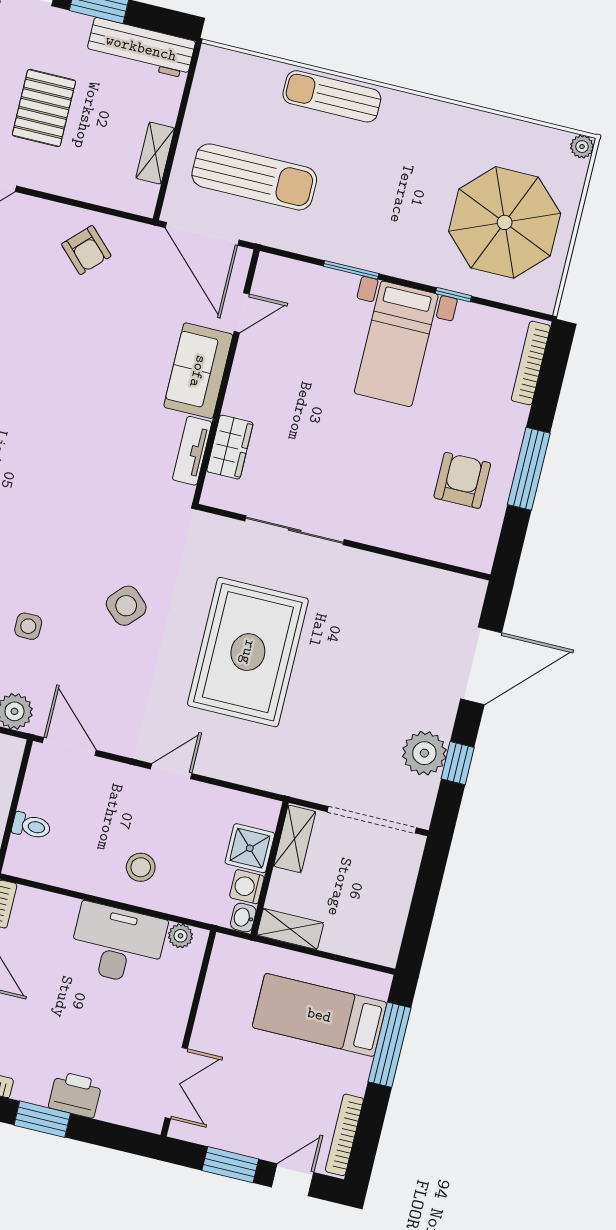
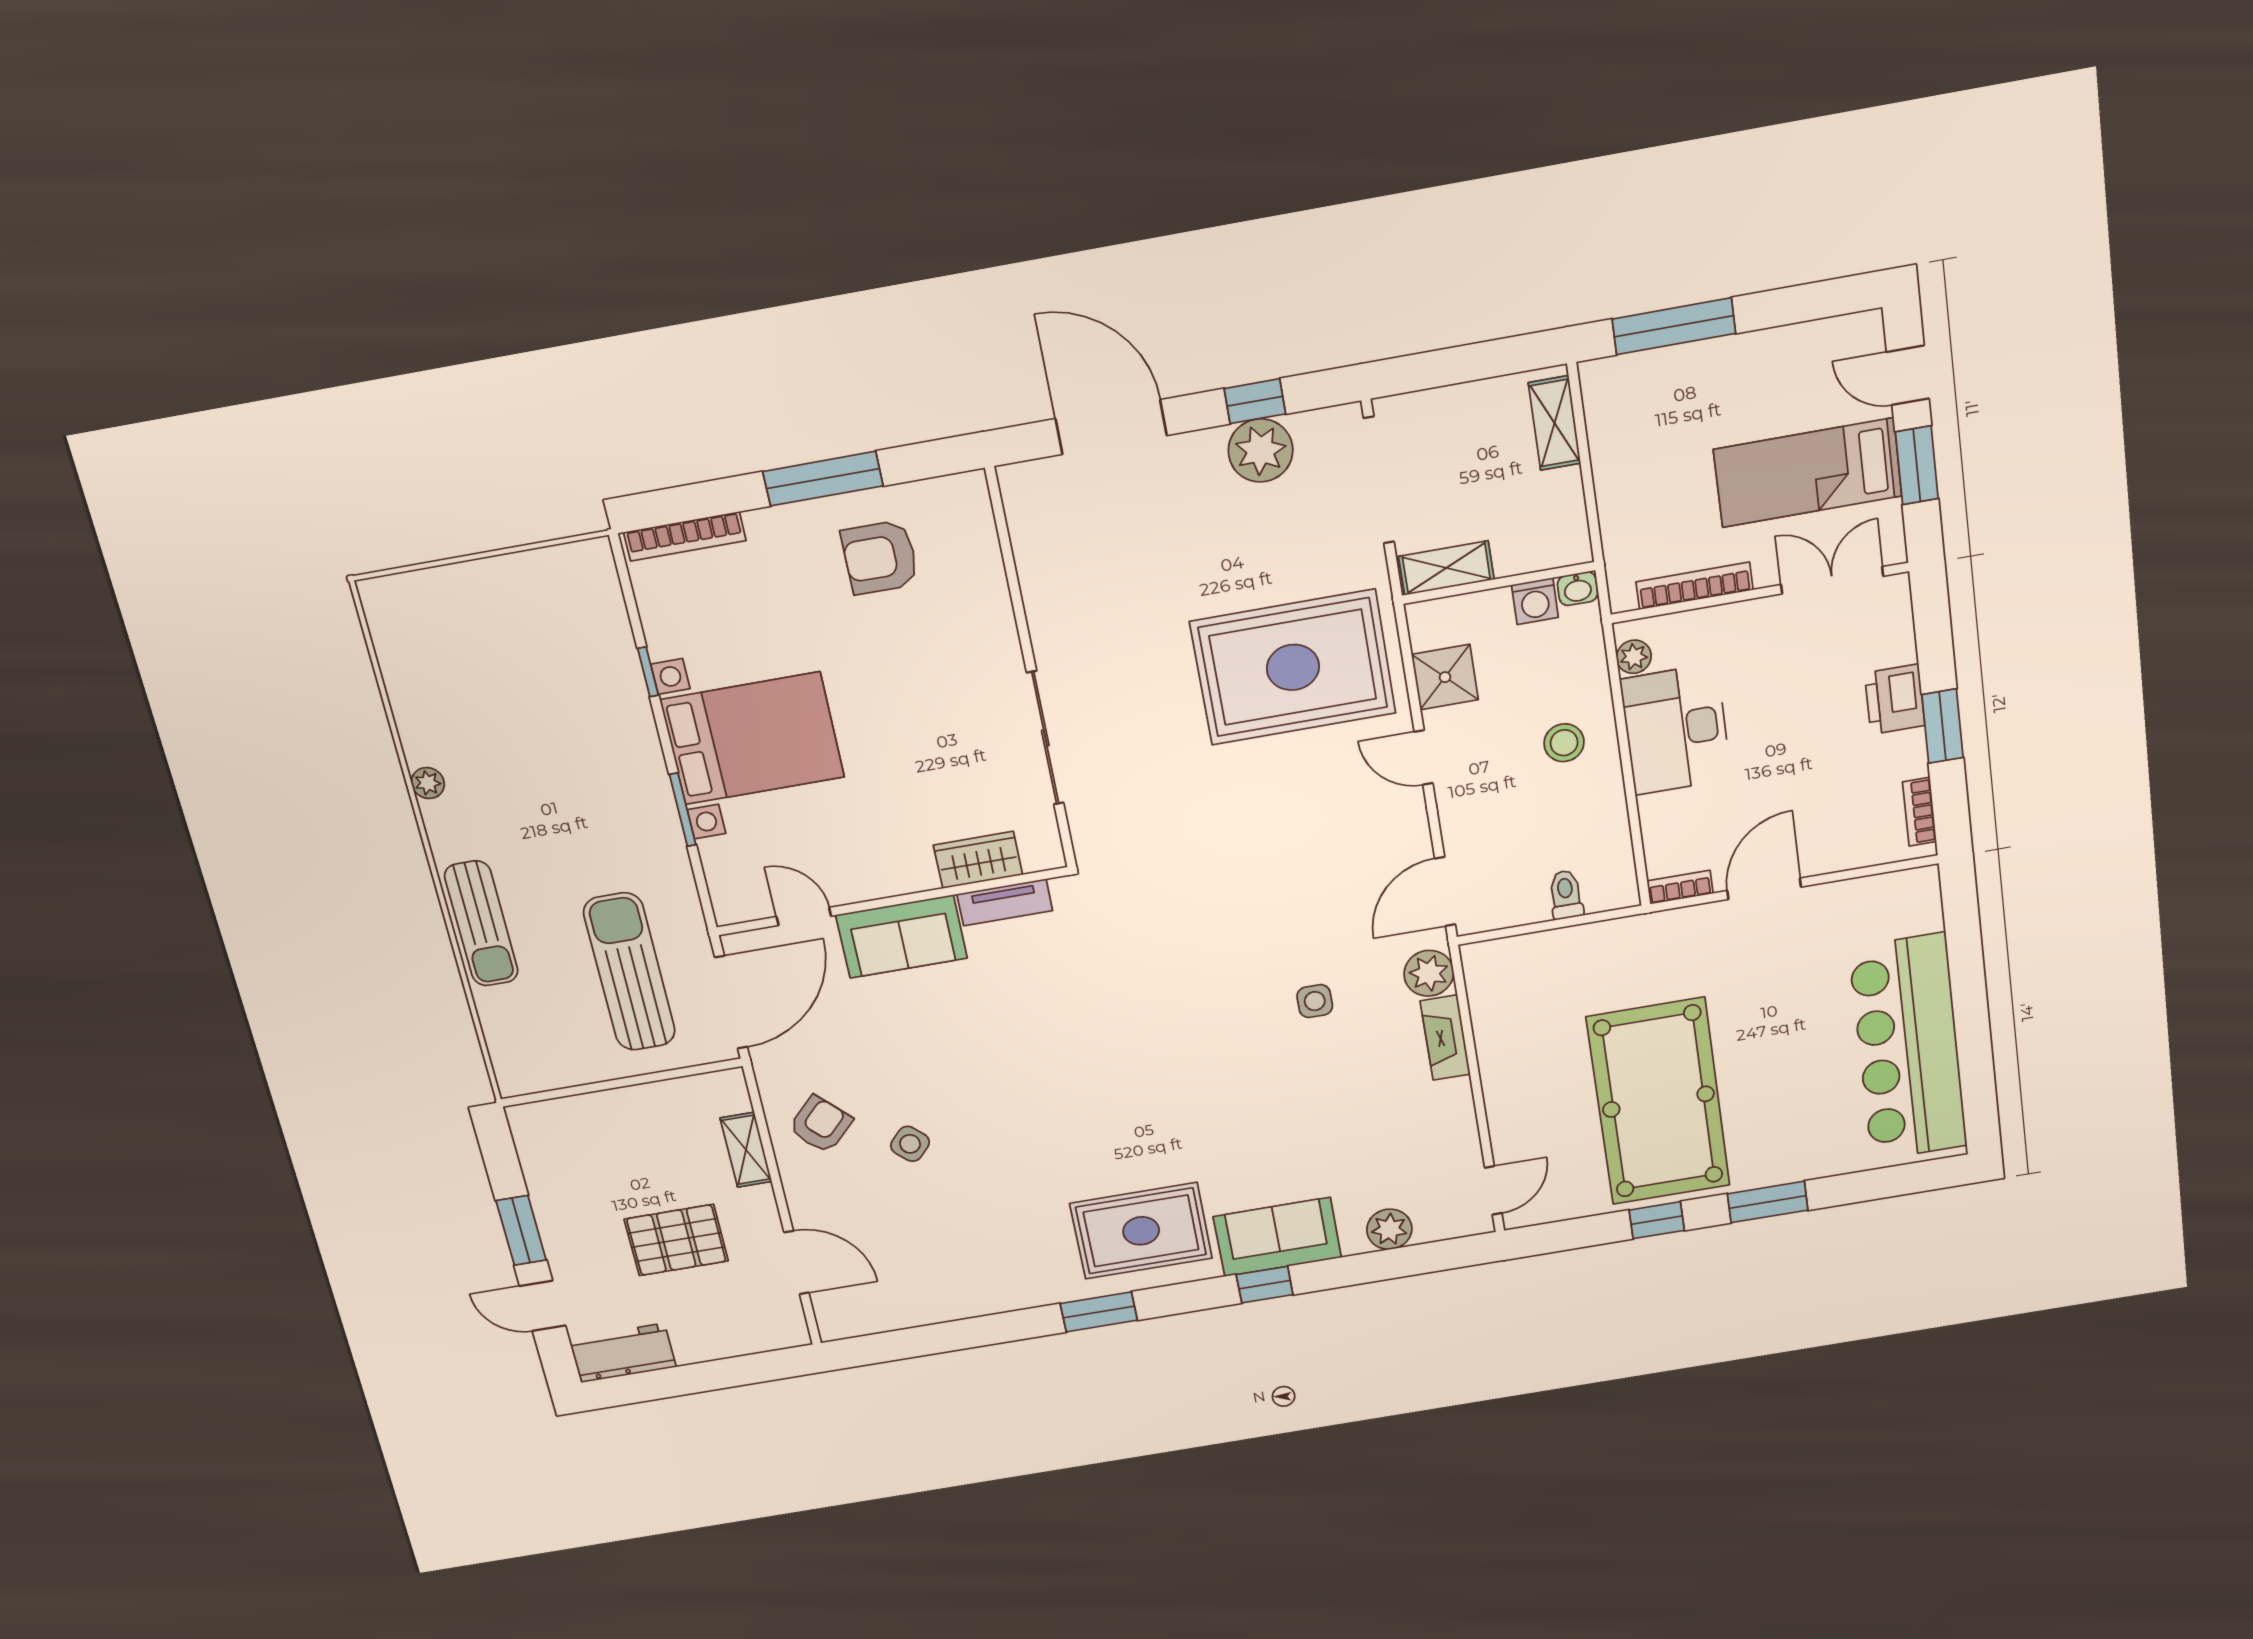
workbench: (141, 48) -> (546, 1164), removed
plant: (582, 147) -> (428, 783), moved
shelving: (155, 153) -> (746, 1150), moved, turned 90
parasol: (505, 222) -> (523, 648), removed
bed with nightstands: (396, 344) -> (752, 738), width x1.36
side table: (126, 606) -> (910, 1144), moved, width x0.73, depth x0.73
rug: (248, 652) -> (1293, 667), moved
shower: (250, 848) -> (1445, 677), moved
shelving: (290, 929) -> (1555, 423), moved
bed: (319, 1015) -> (1808, 473), moved, turned 90
bookcase: (344, 1135) -> (1695, 586), moved, turned 180

